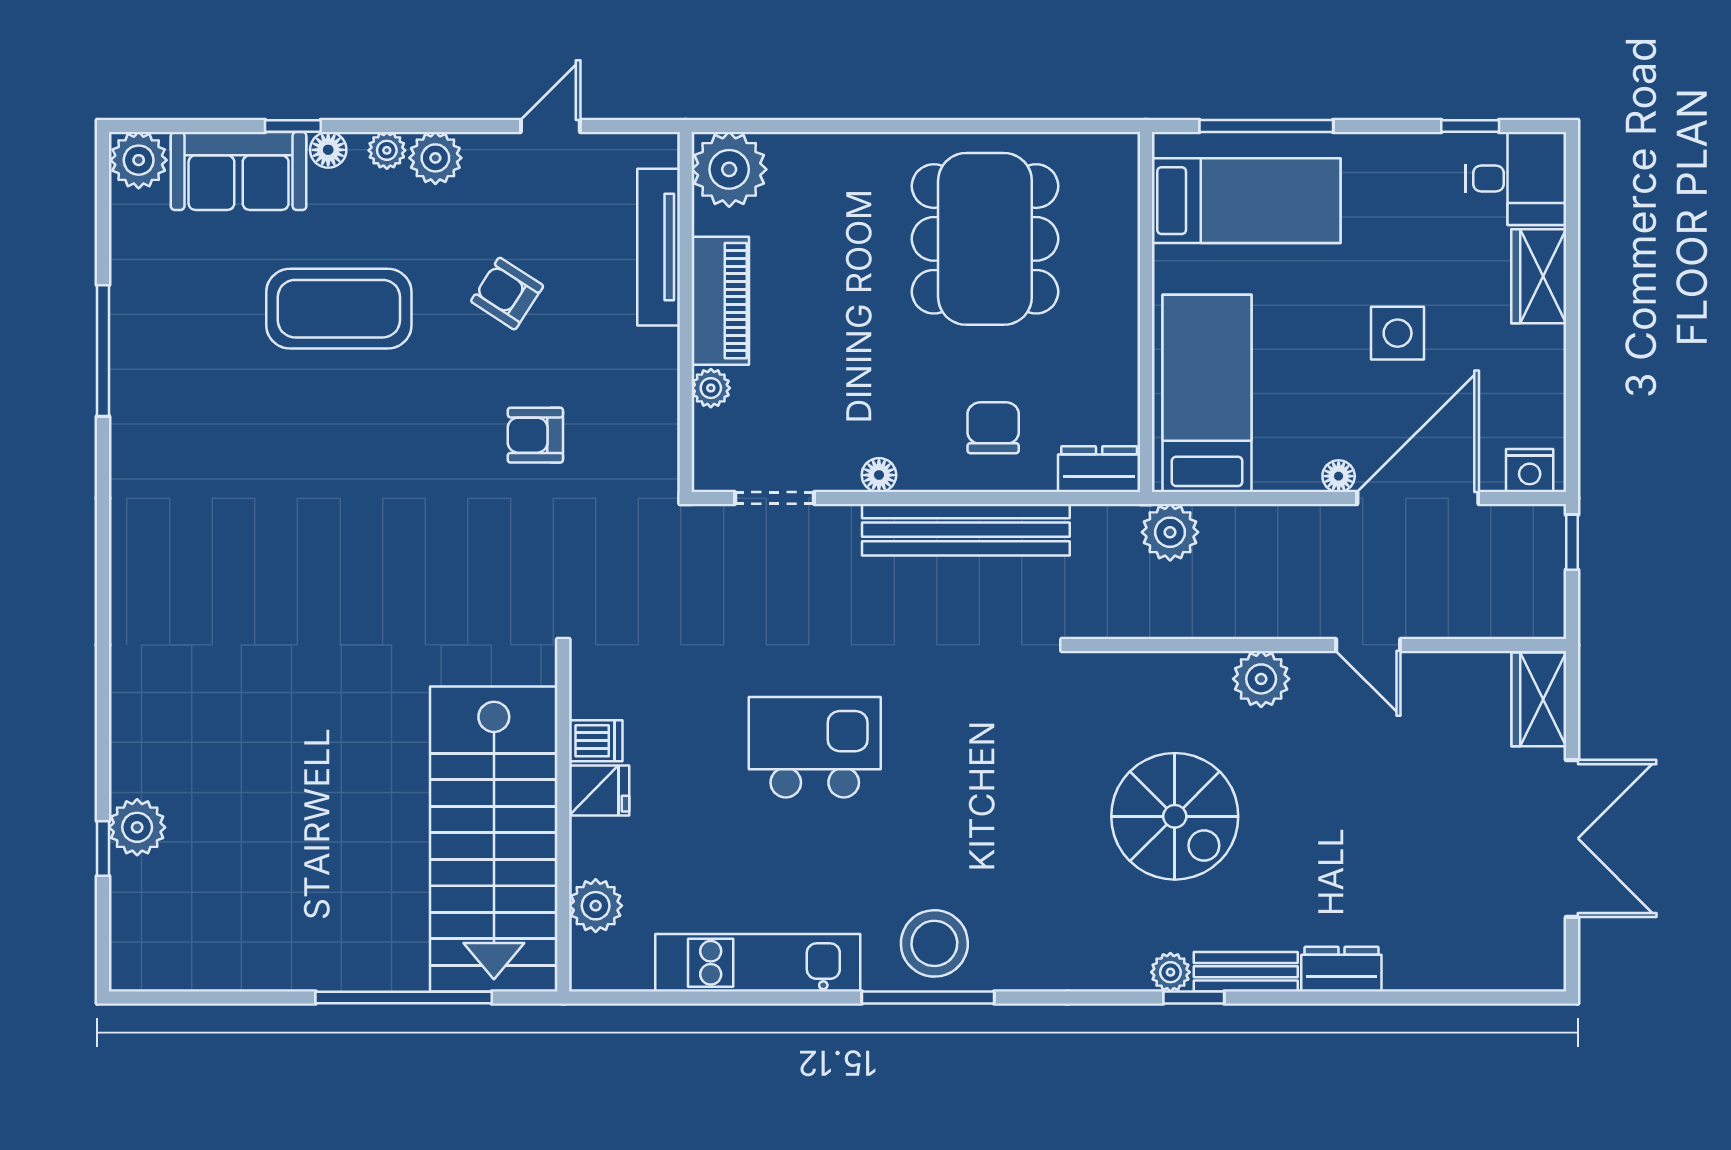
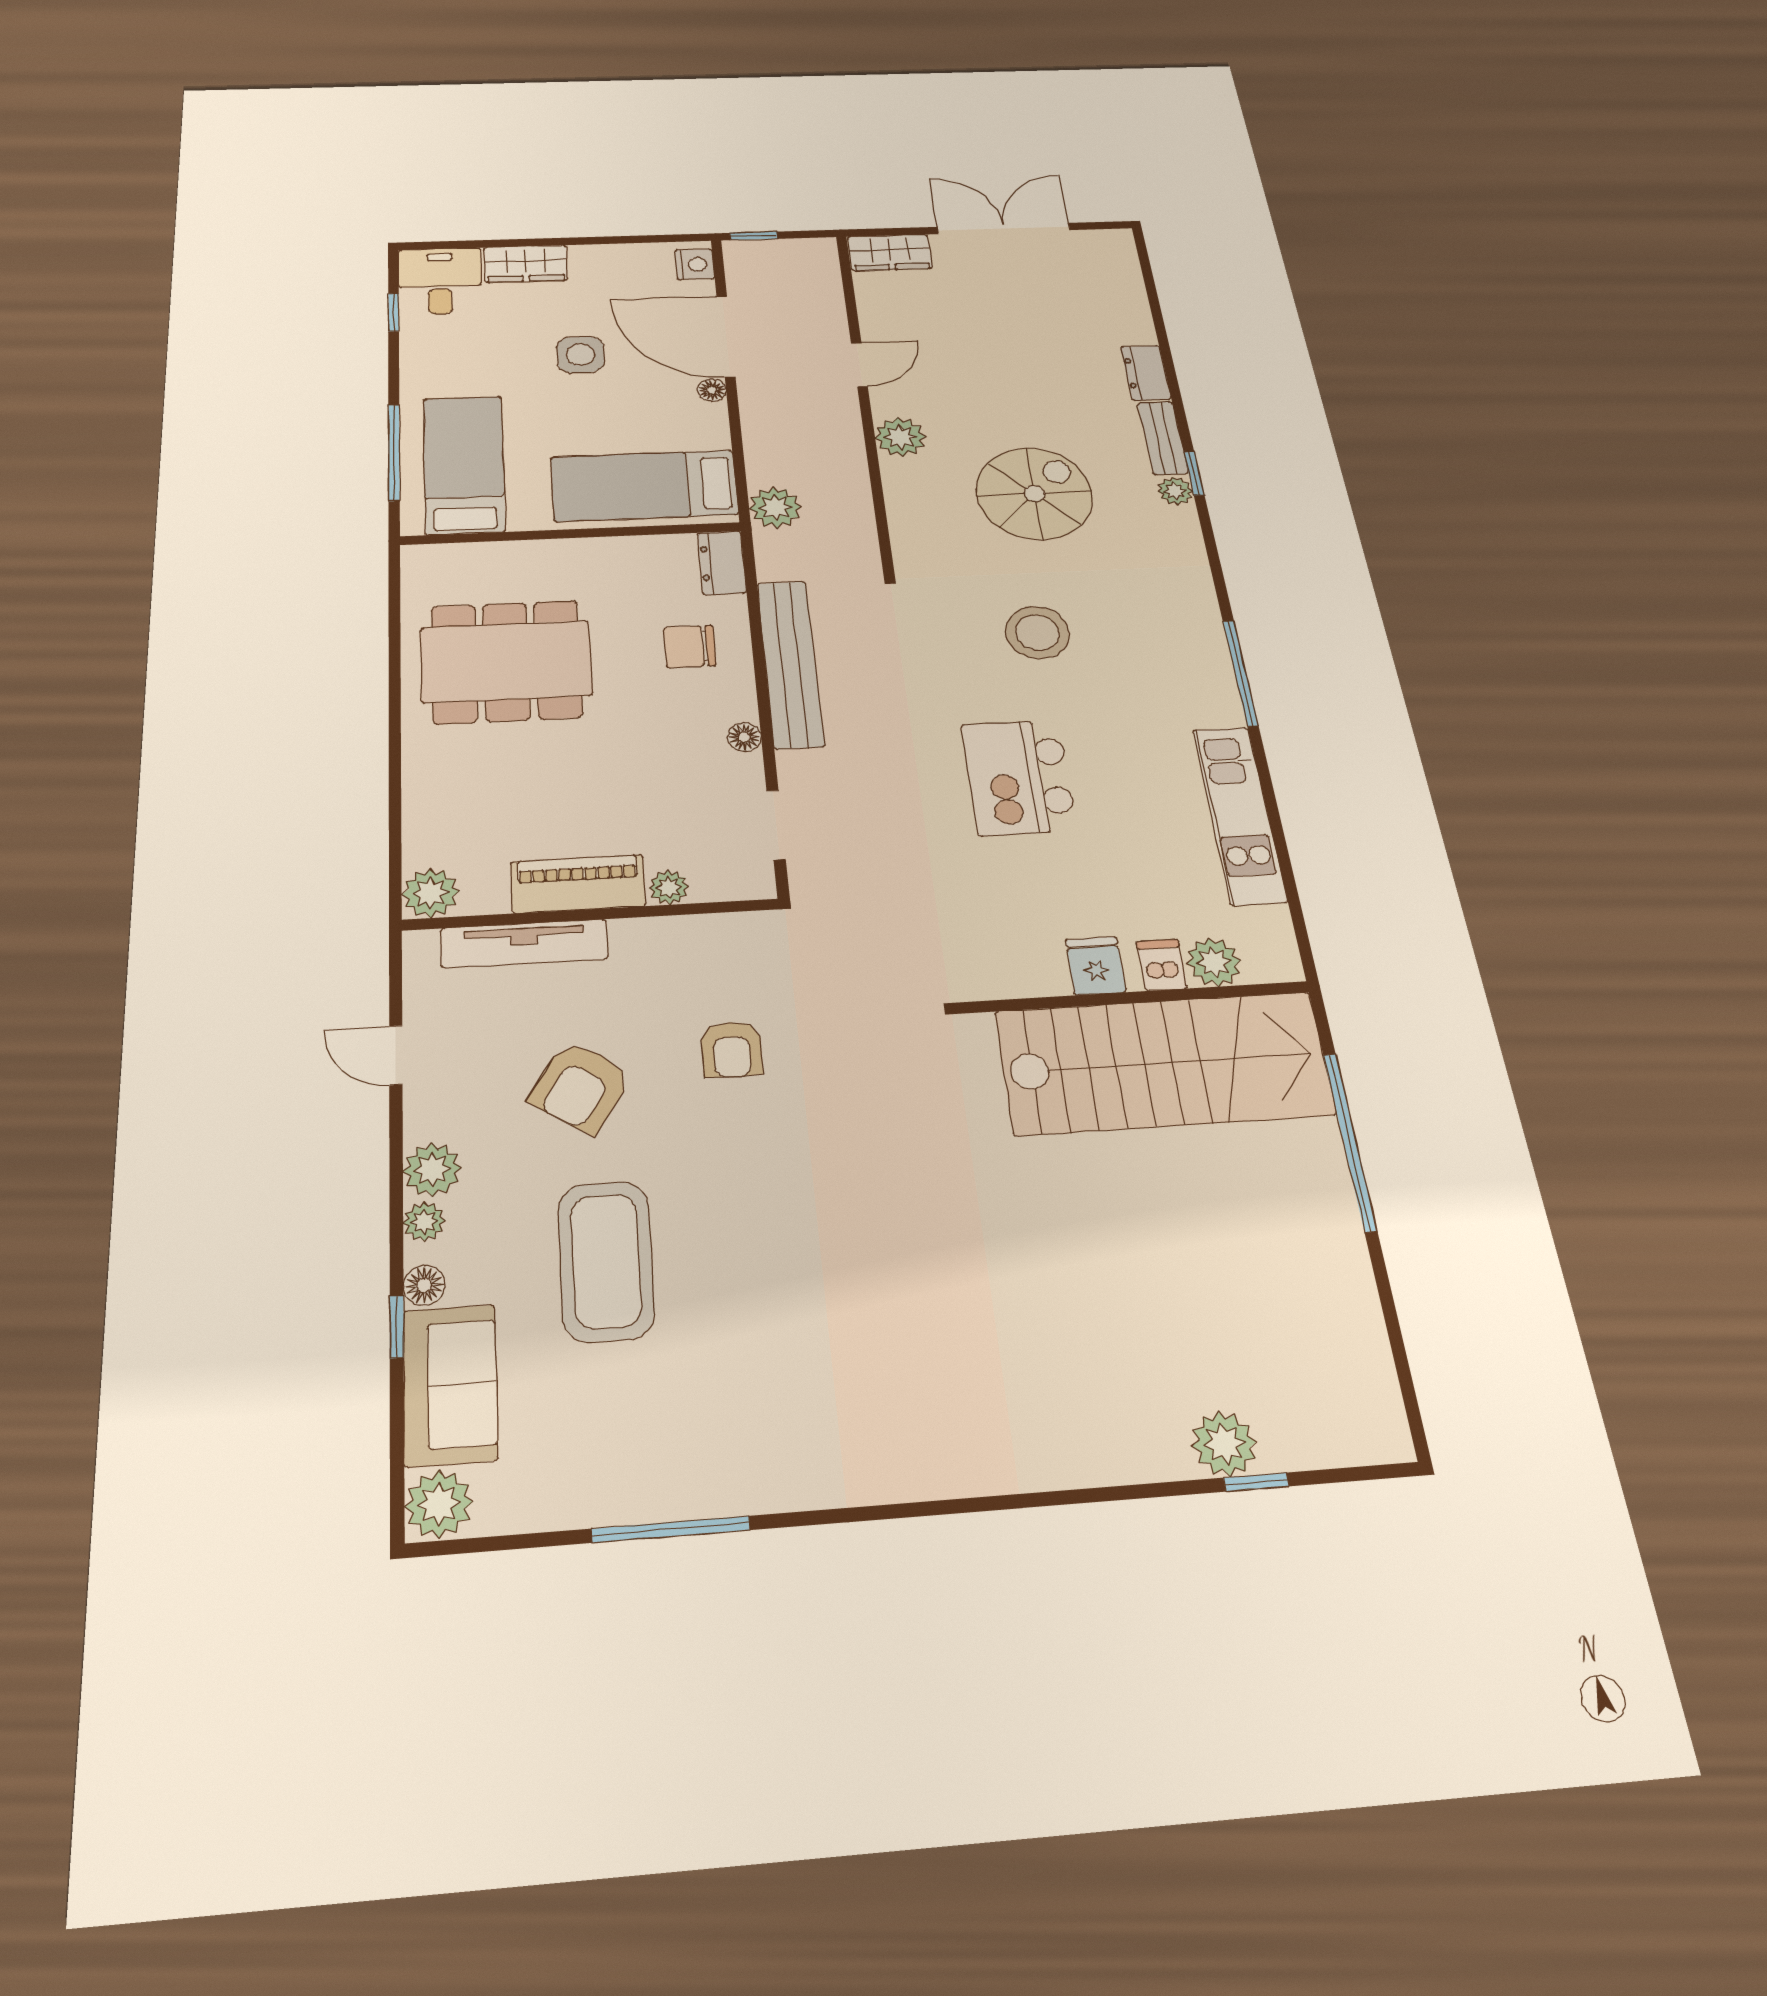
plant: (729, 169) -> (430, 893), width x0.73, depth x0.73
armchair: (507, 294) -> (580, 1087), width x1.38, depth x1.38
dishwasher: (596, 741) -> (1162, 965), moved
stool: (934, 943) -> (1037, 633), moved

